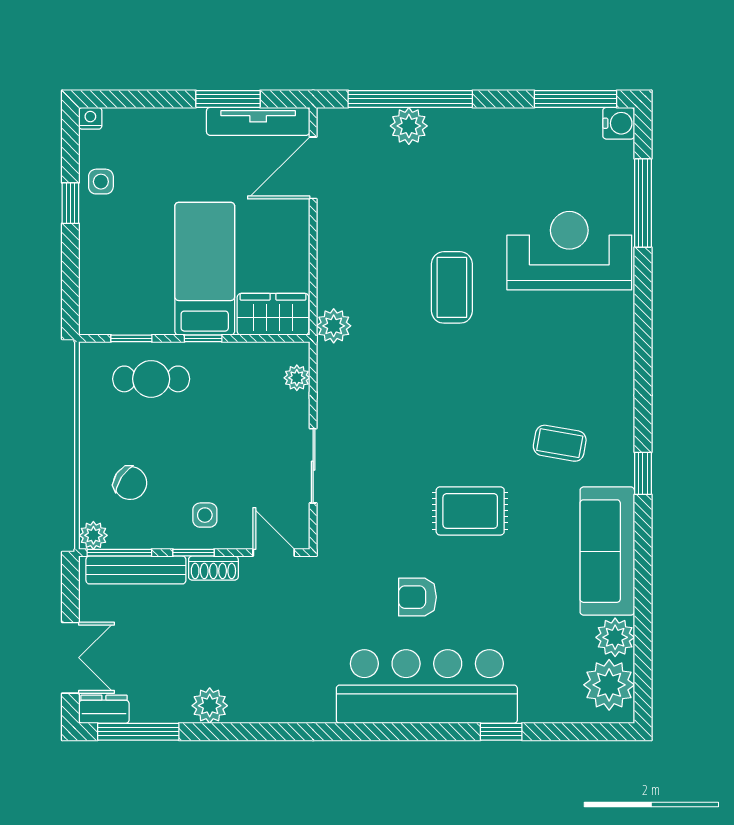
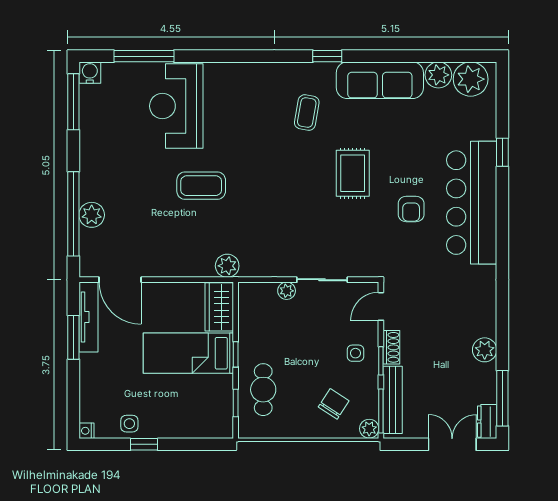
plant: (297, 378) -> (287, 291), moved

